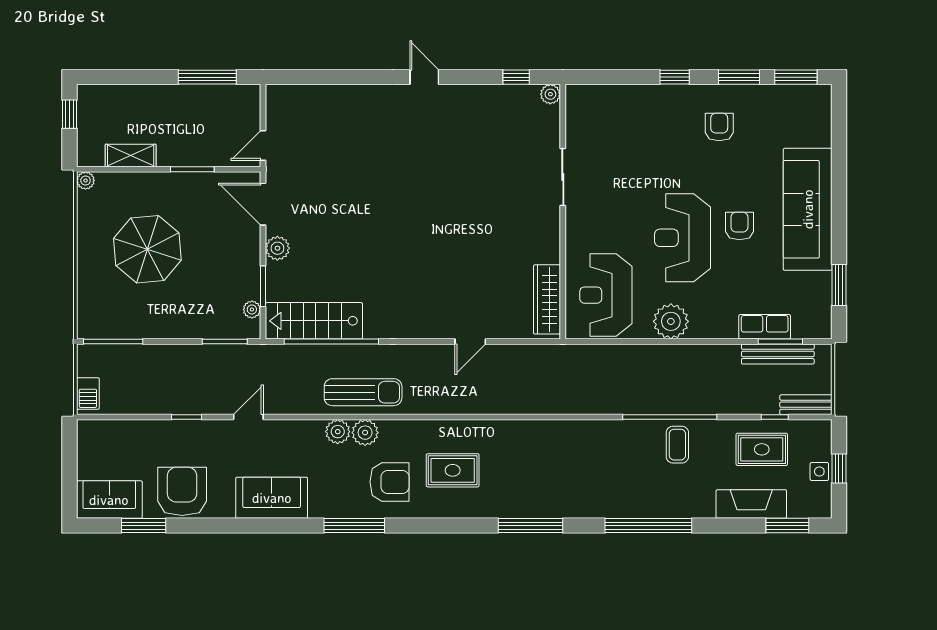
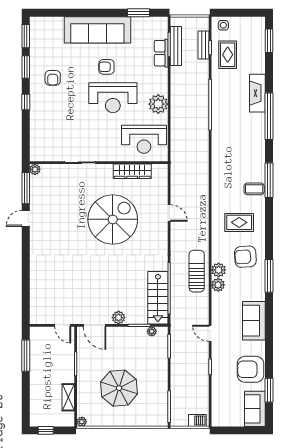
door: (424, 77) -> (26, 218), moved
window: (516, 77) -> (26, 188), width x2.17
armchair: (719, 127) -> (53, 78), turned -90
door: (263, 204) -> (95, 325), hinge flipped
spiral stairs: (458, 238) -> (113, 219), added
wardrobe: (547, 299) -> (132, 171), moved
bench: (806, 405) -> (203, 45), moved
coffee table: (677, 445) -> (254, 189), moved
window: (839, 468) -> (238, 13), removed
rug: (453, 470) -> (239, 222), turned 90
side table: (819, 471) -> (223, 25), moved
armchair: (390, 482) -> (245, 257), turned -94
fireplace: (751, 504) -> (257, 93), moved

